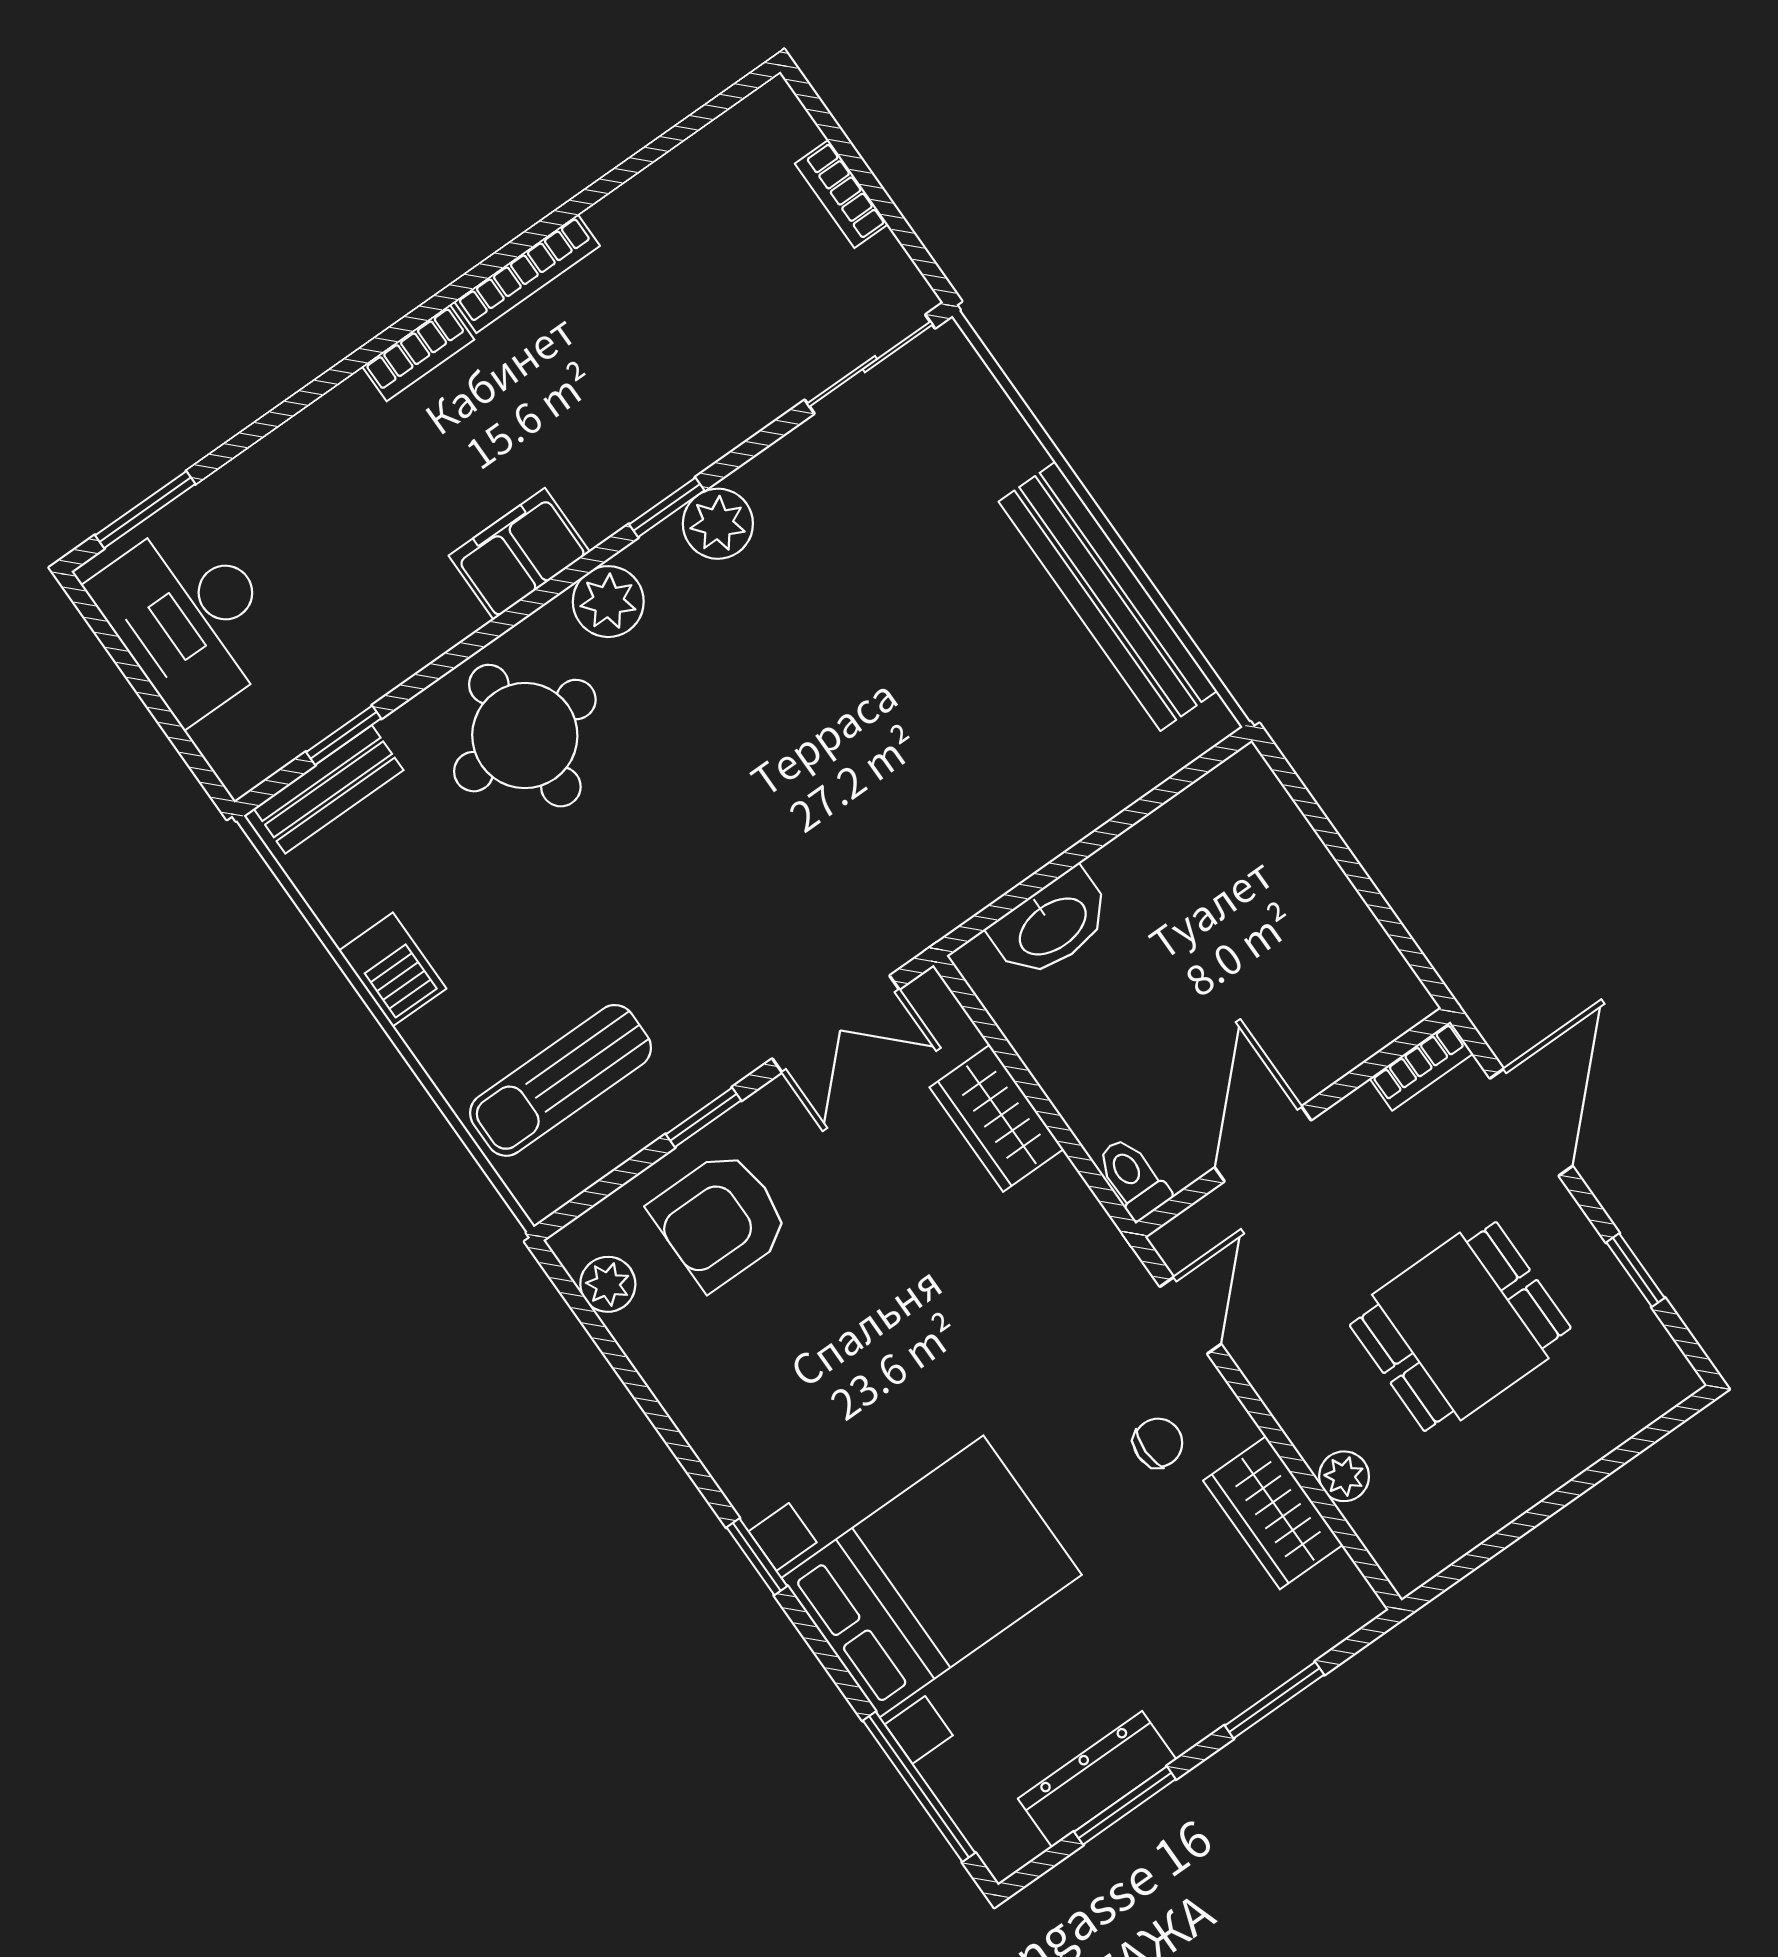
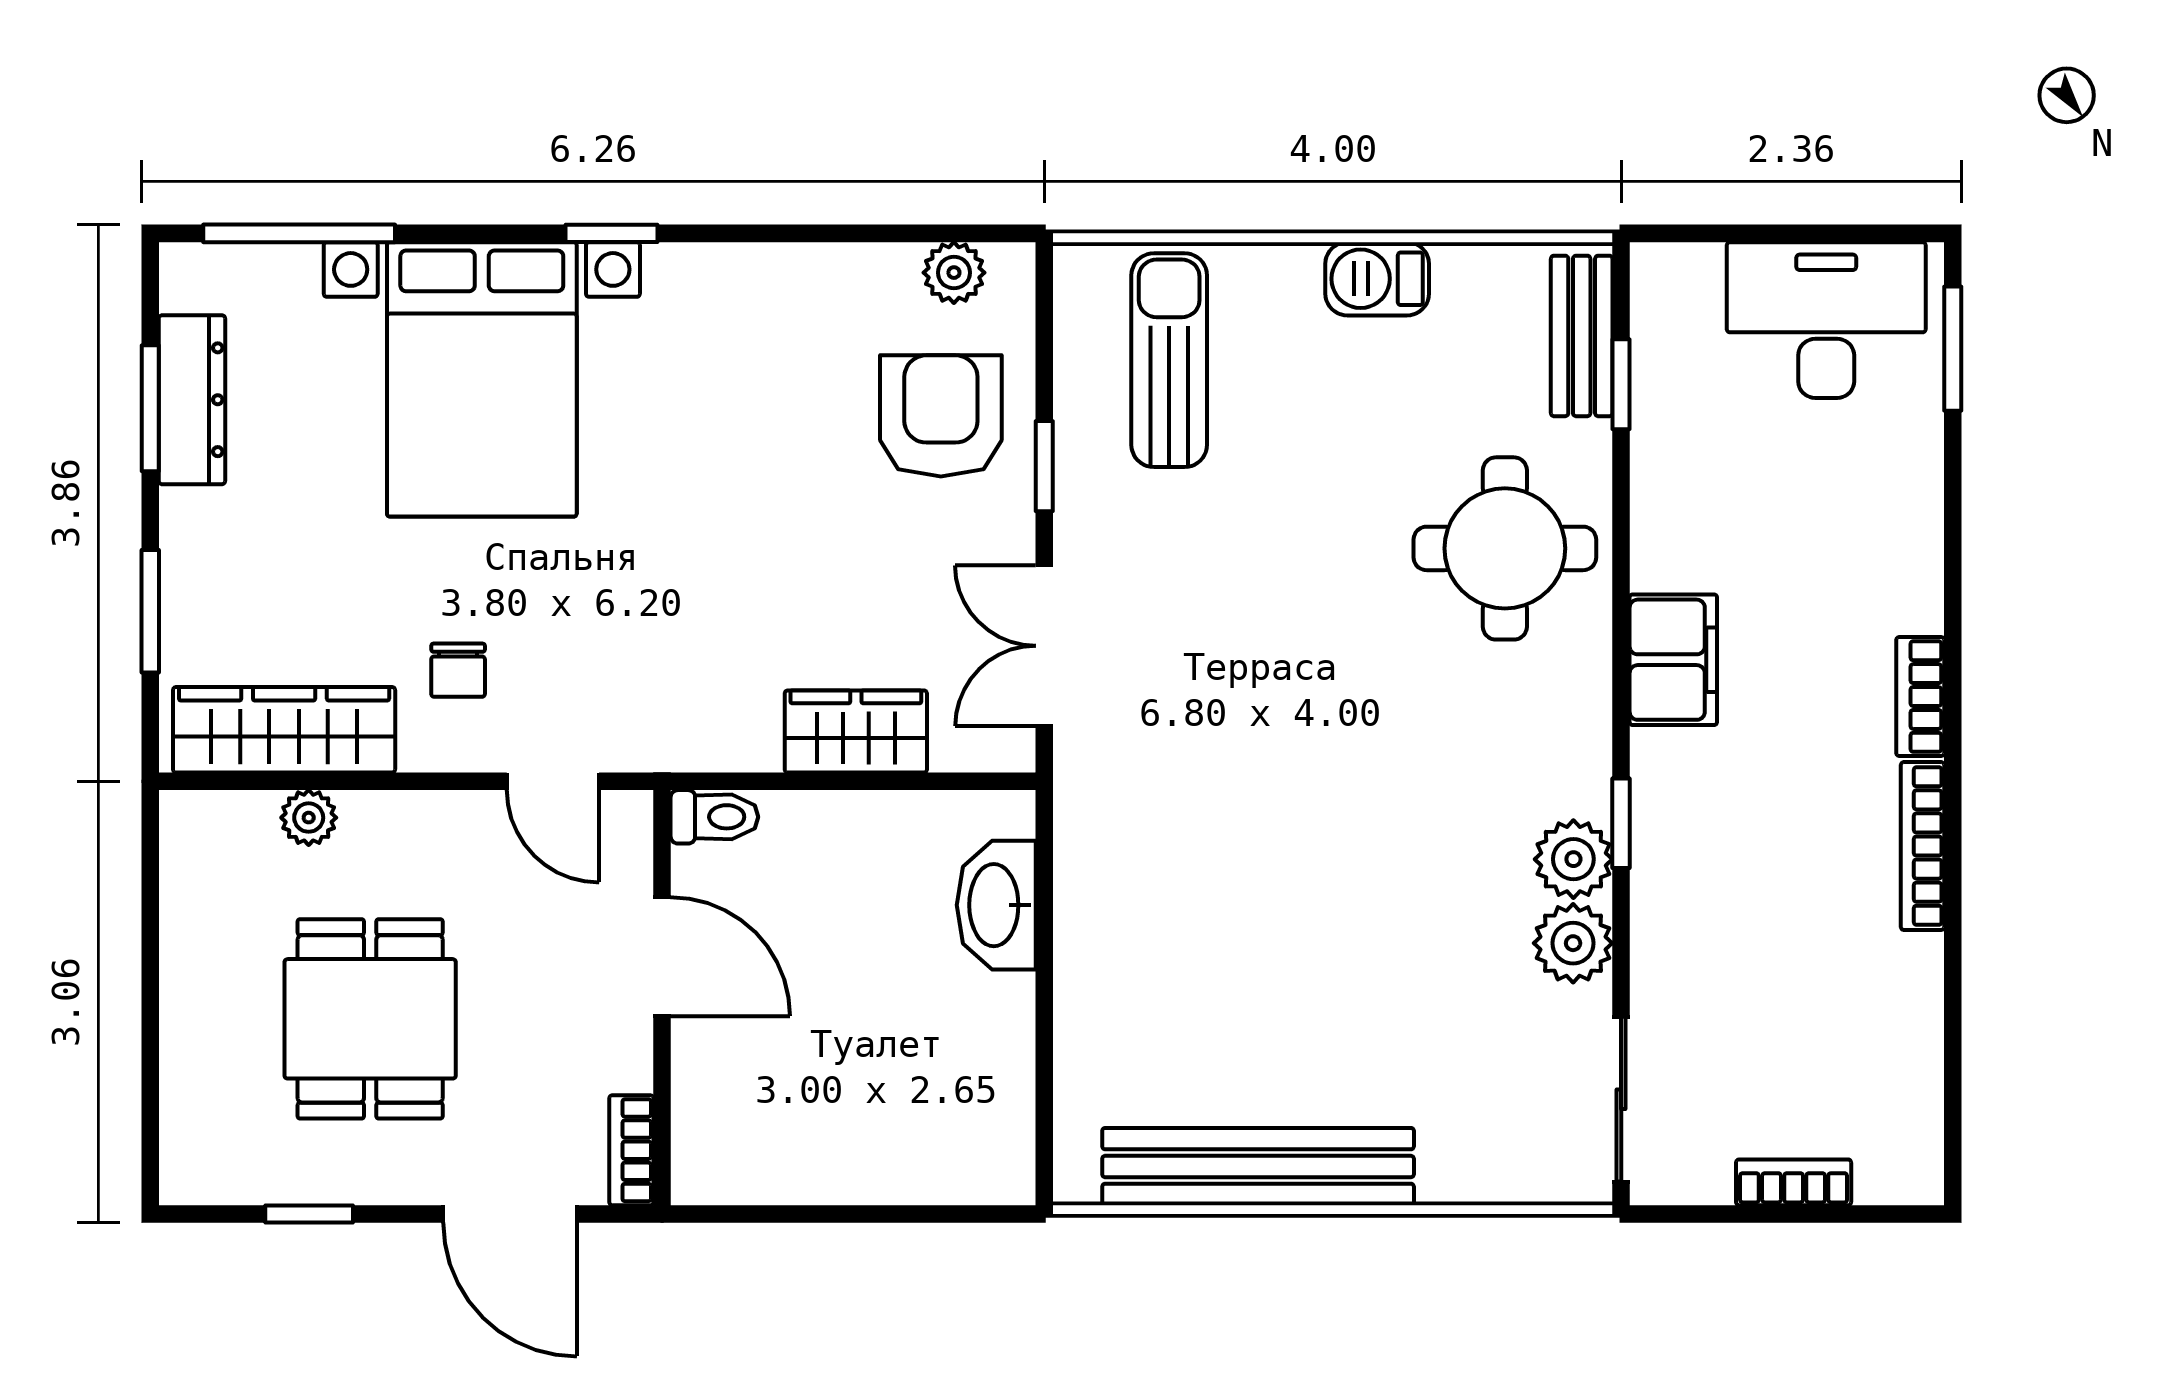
plant: (608, 602) -> (1573, 943), moved
wardrobe: (1273, 1513) -> (284, 730), width x1.50

